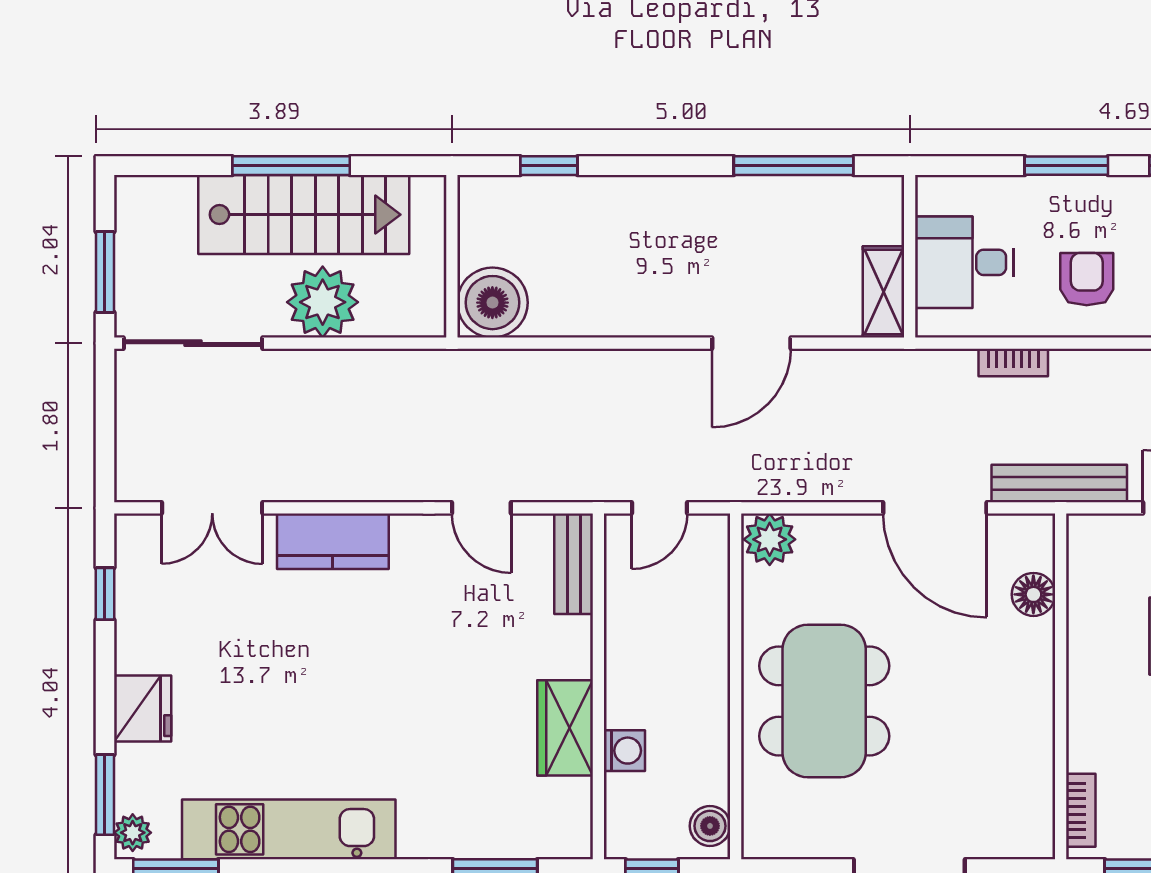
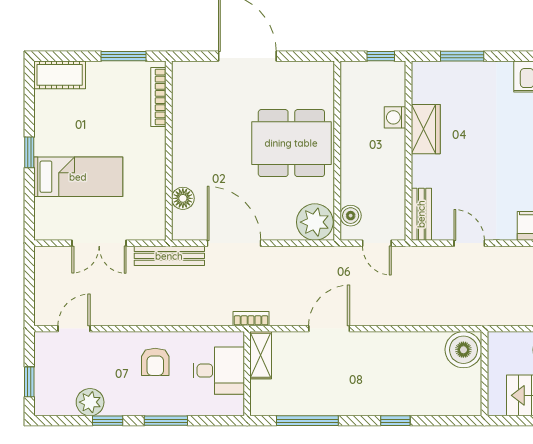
window: (549, 166) -> (395, 421), moved
bookcase: (1013, 363) -> (251, 319), moved
door: (659, 508) -> (377, 243), swing flipped
plant: (770, 539) -> (315, 222), width x1.36, depth x1.36
dining table: (824, 701) -> (291, 143), turned 90
bookcase: (1081, 810) -> (158, 97), width x1.56
boiler: (710, 826) -> (351, 216), moved

